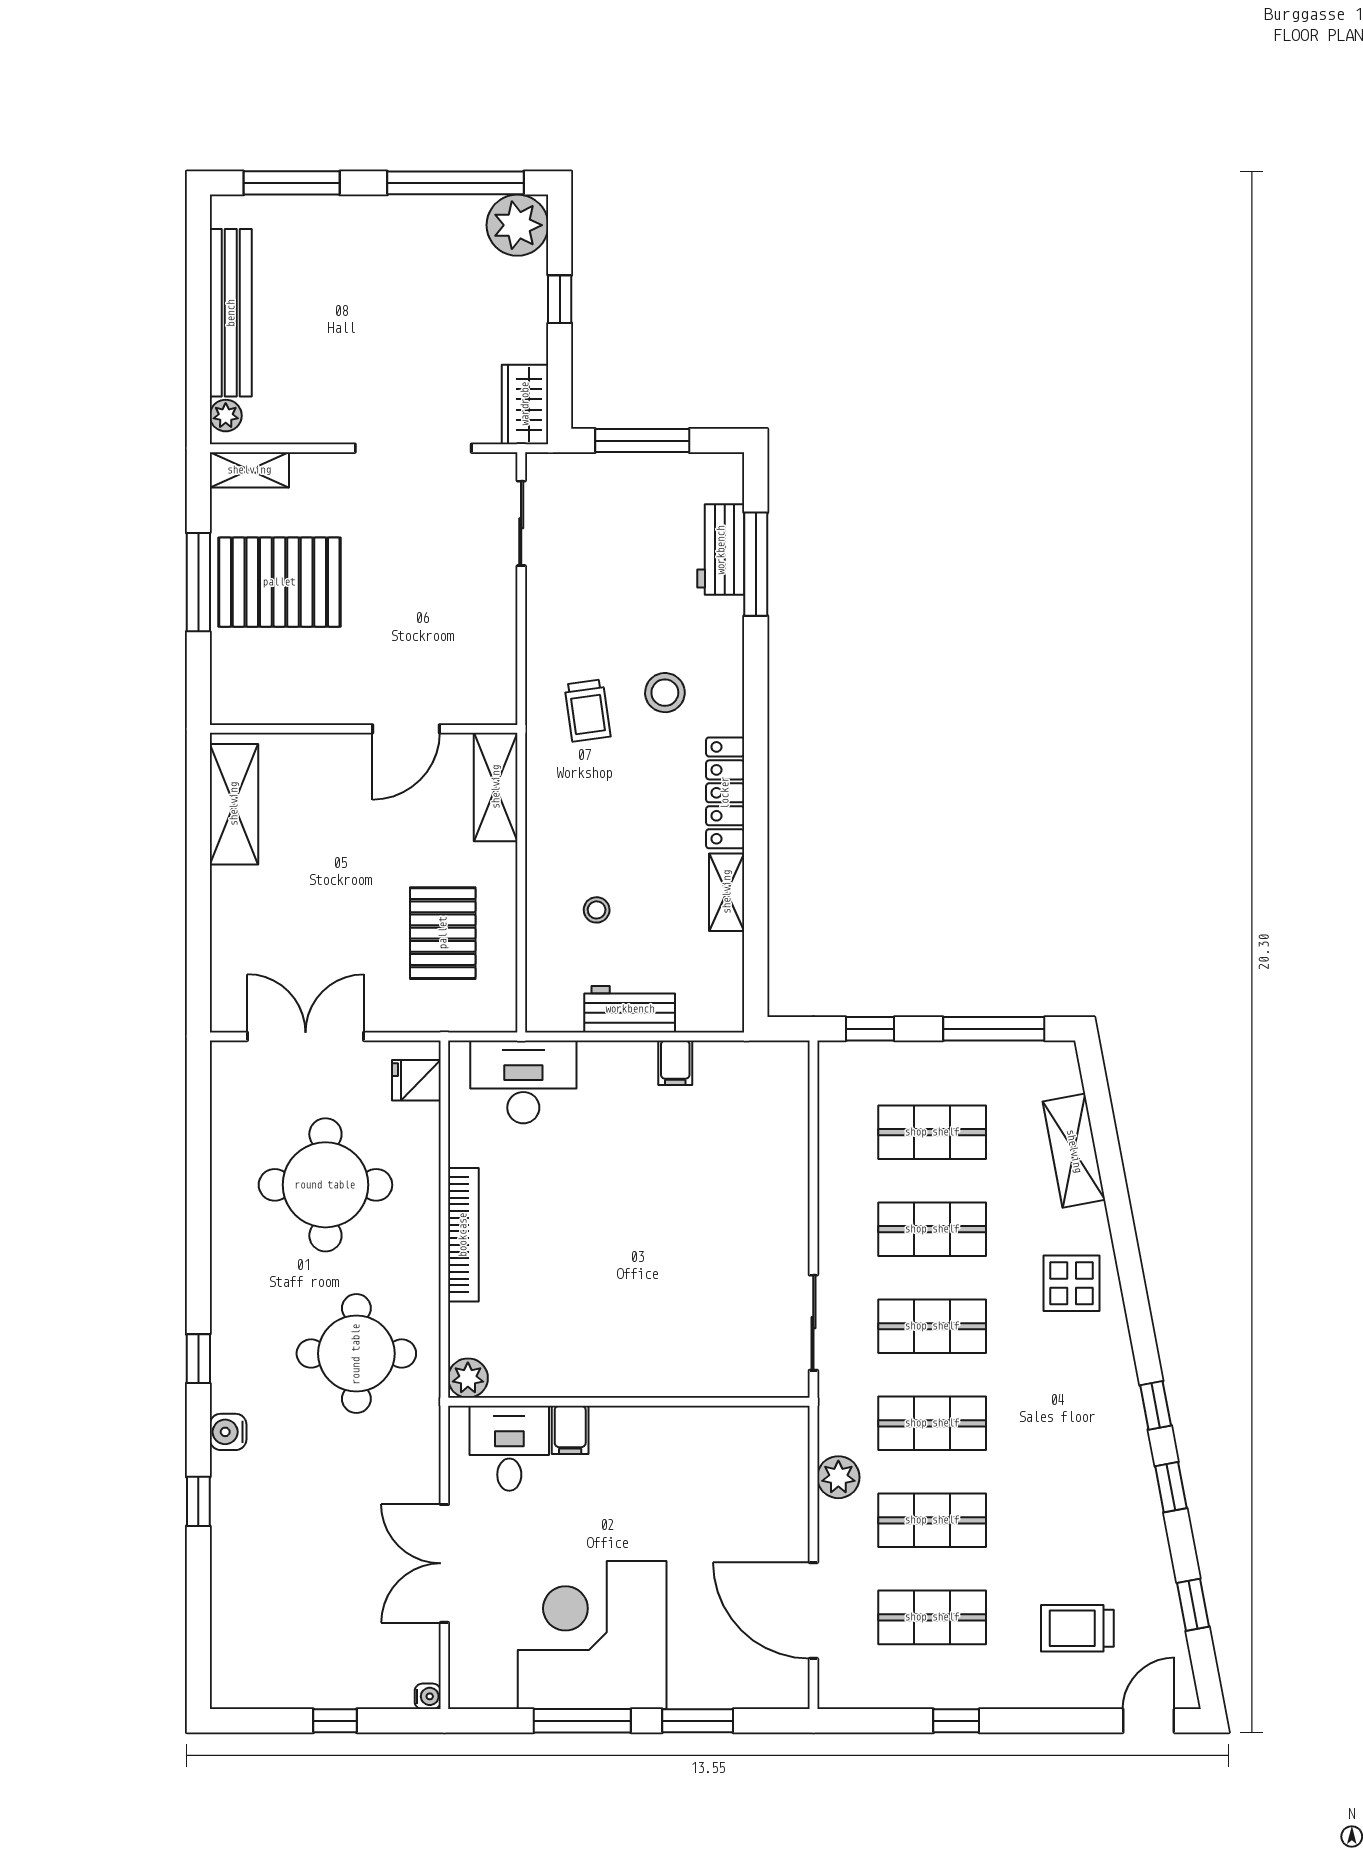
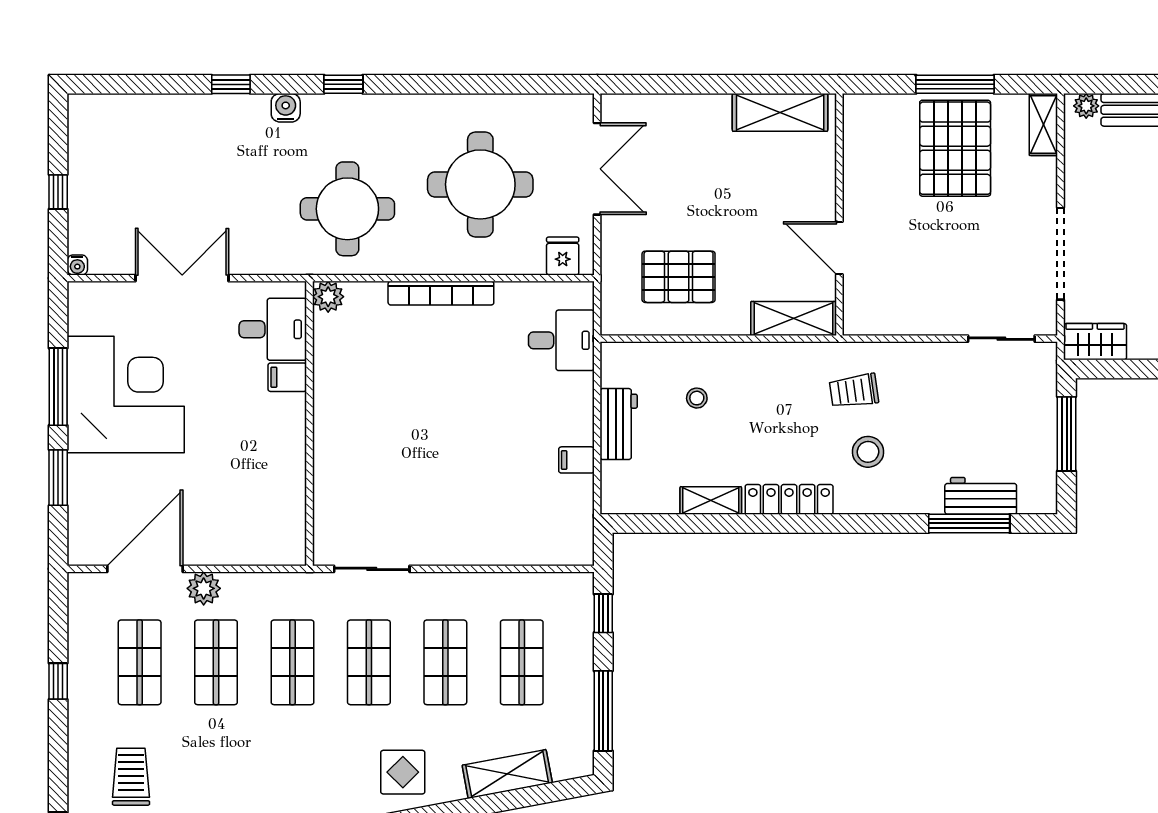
desk: (523, 1082) -> (561, 340), width x0.73
plant: (838, 1477) -> (204, 588), moved

